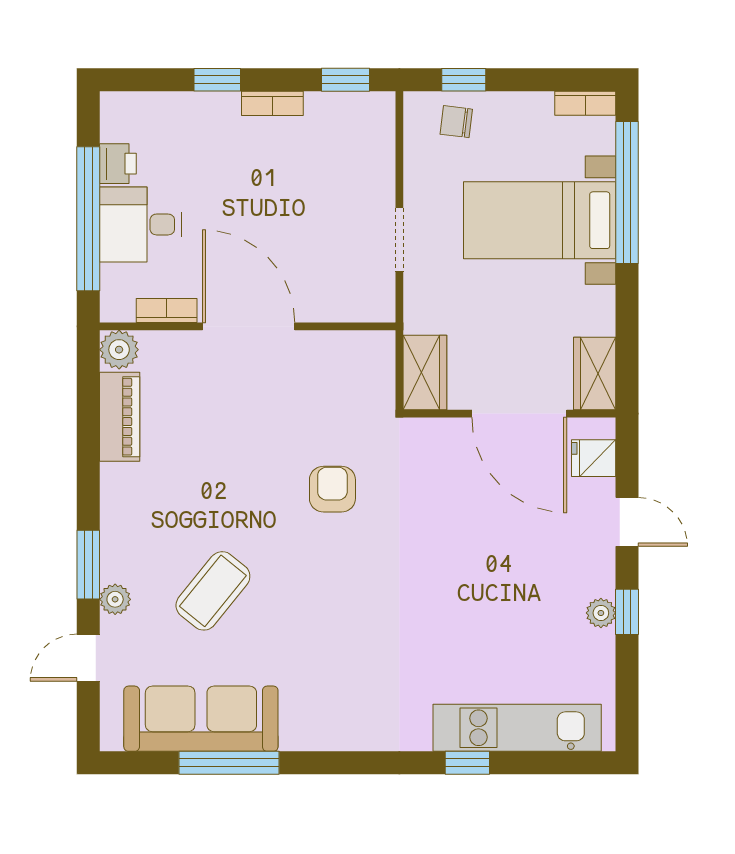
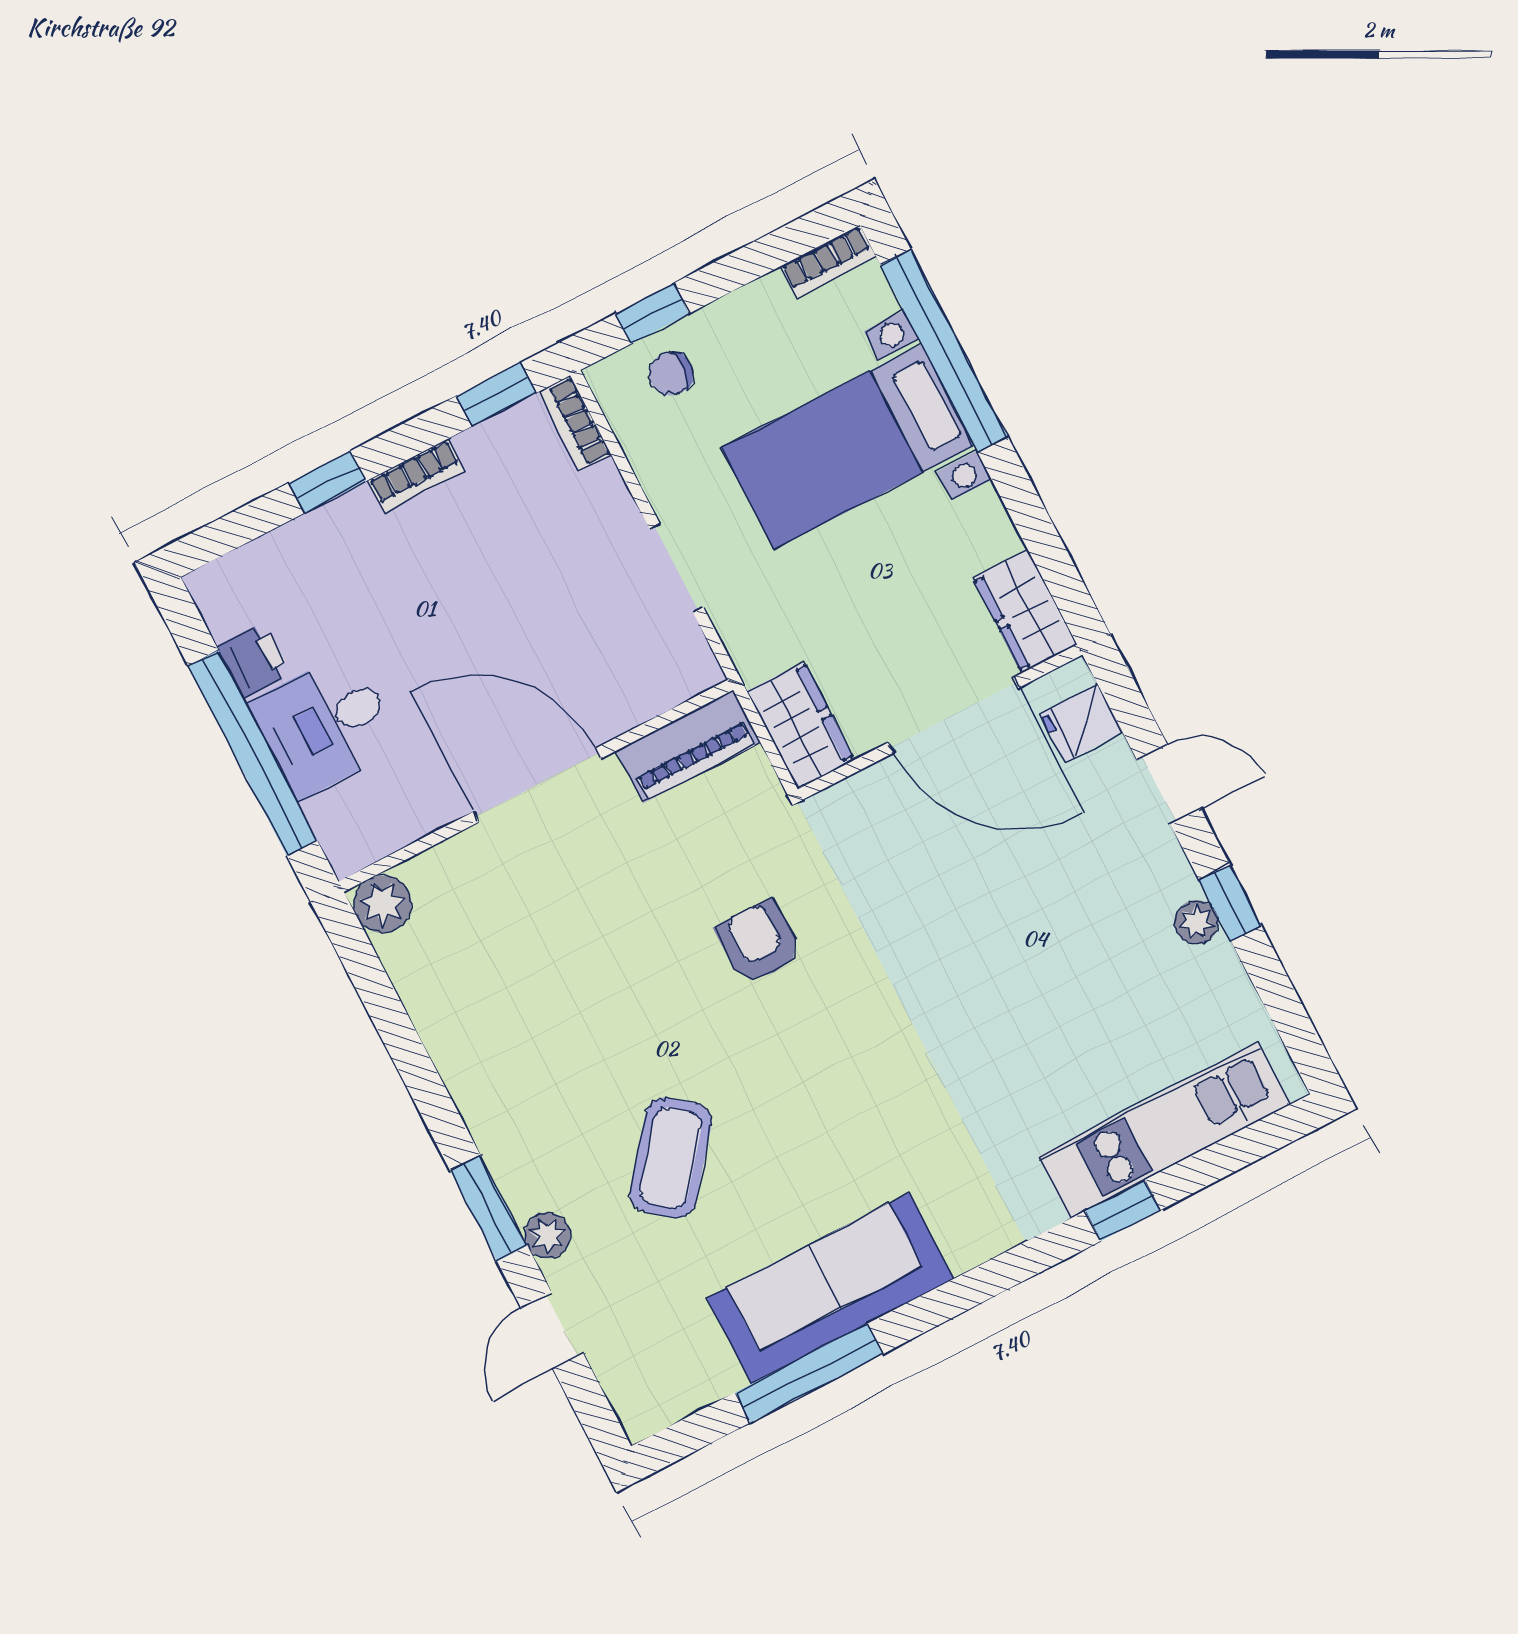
bookcase: (167, 310) -> (575, 423), moved, turned -90
piano: (120, 417) -> (688, 747), moved, turned 90
sofa: (201, 719) -> (830, 1288), moved

